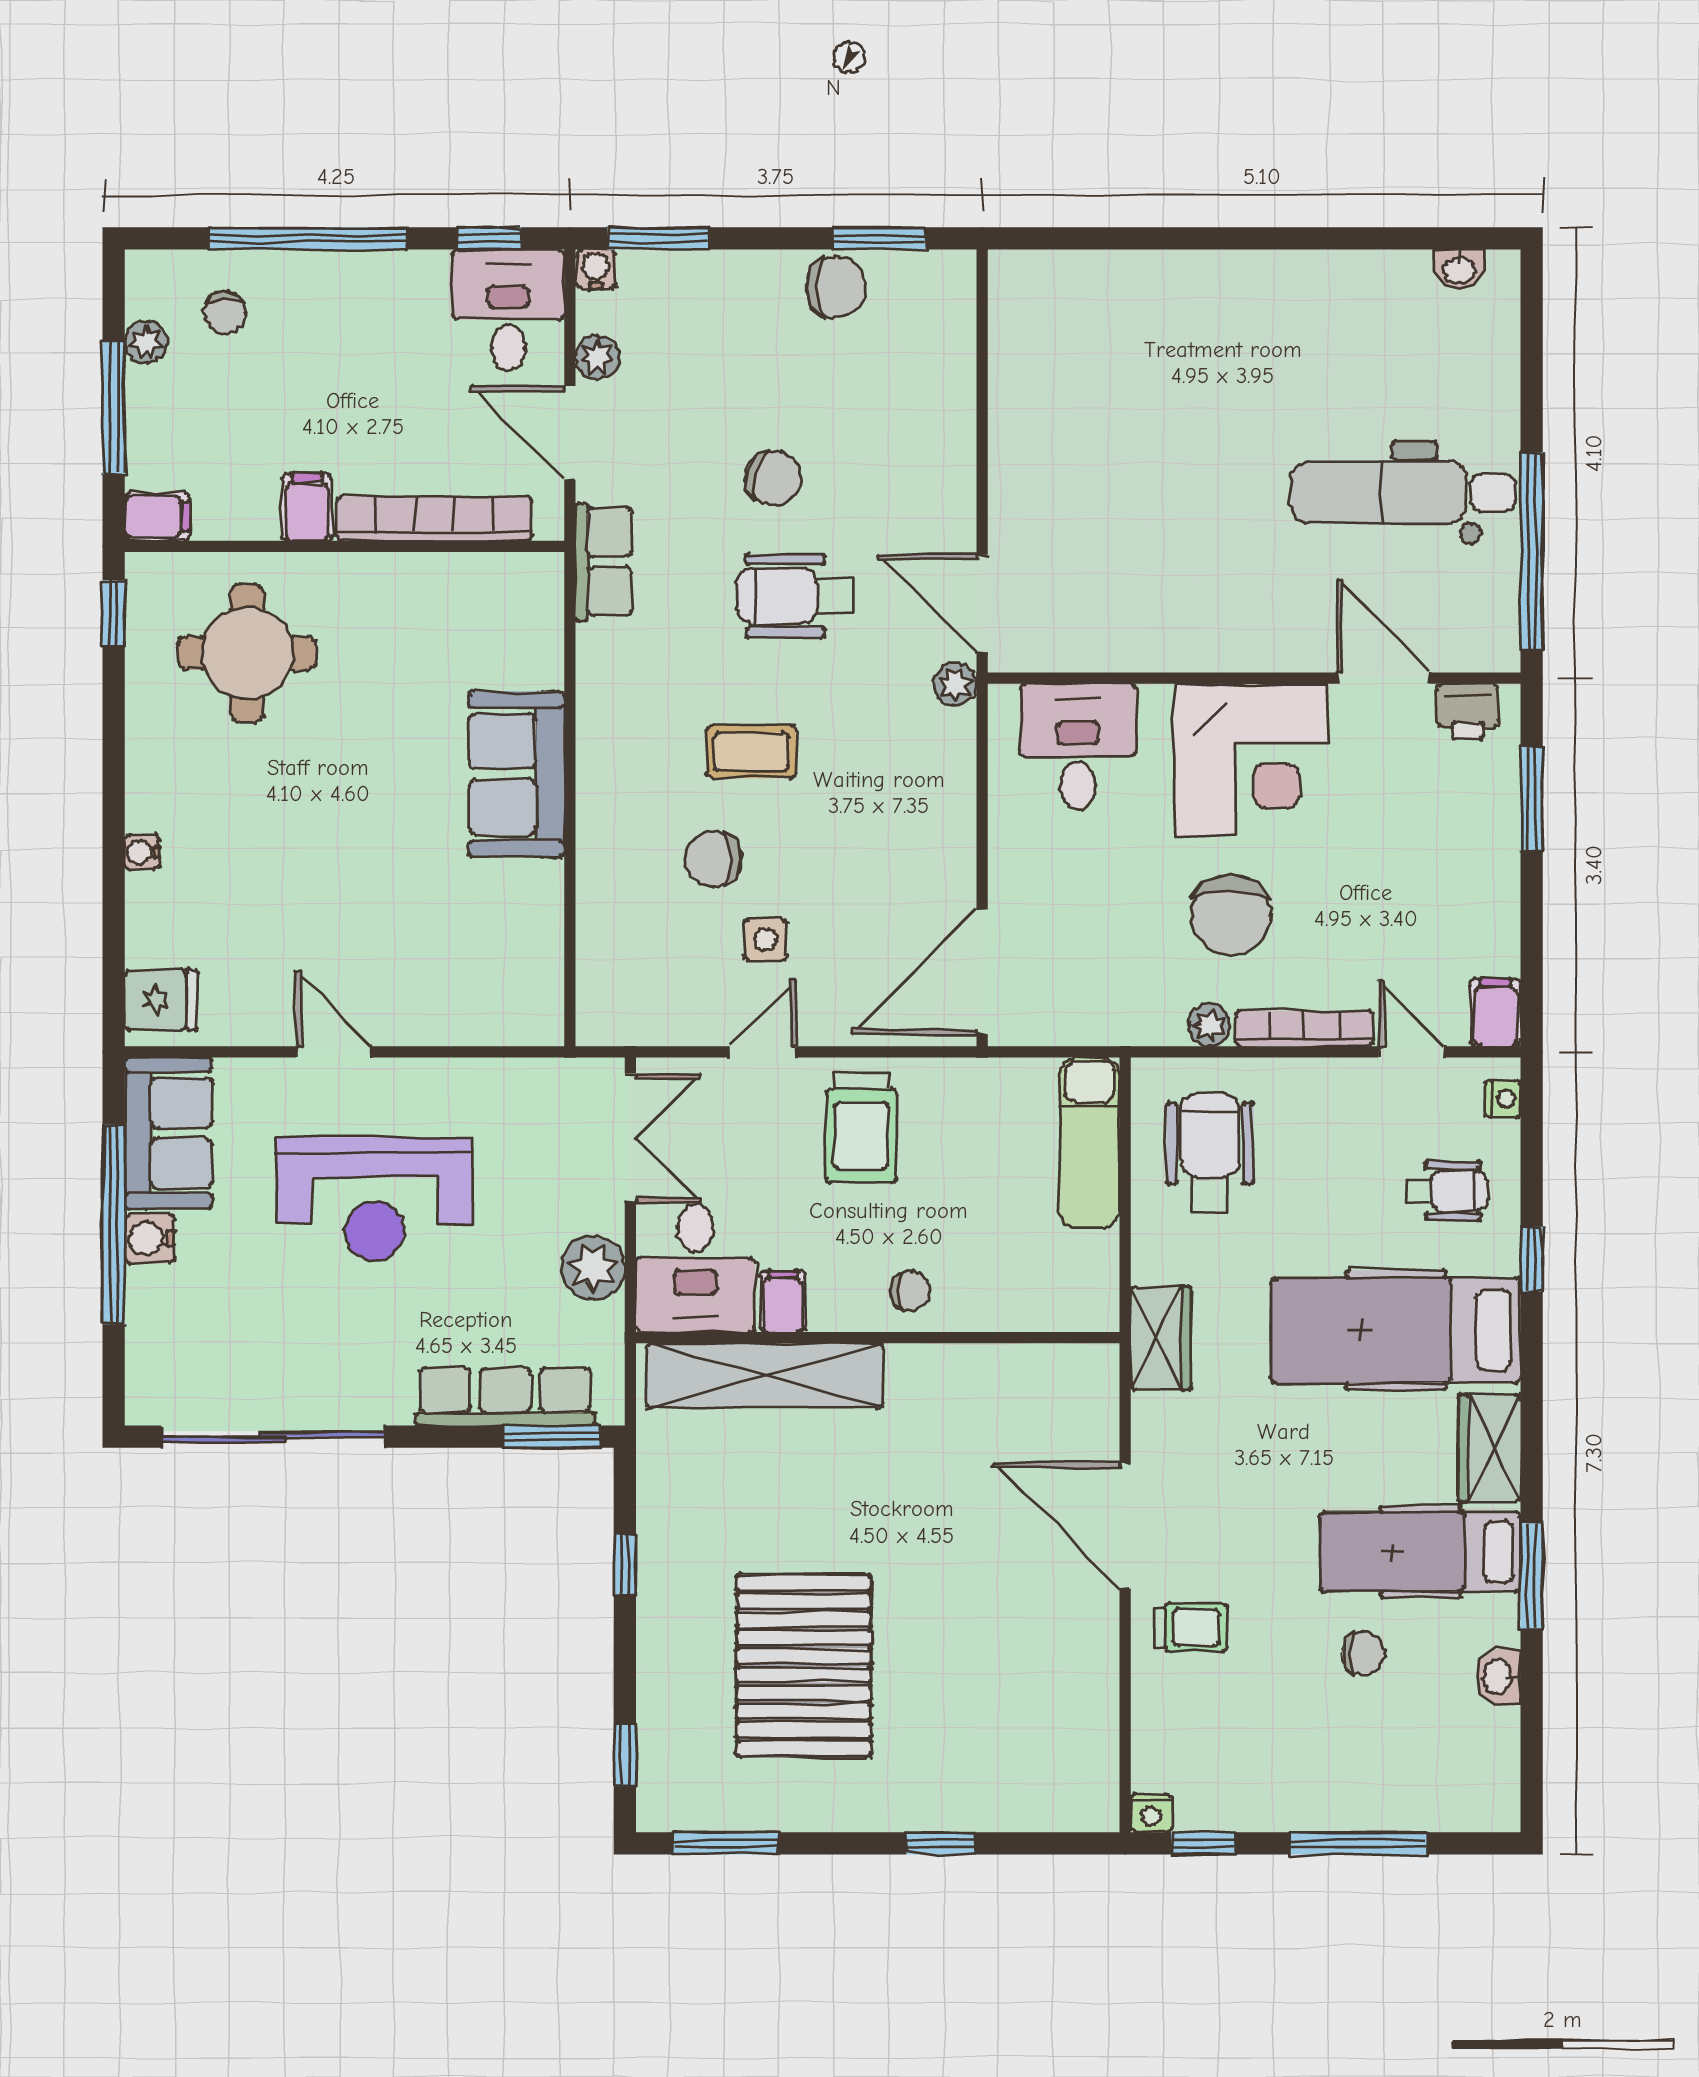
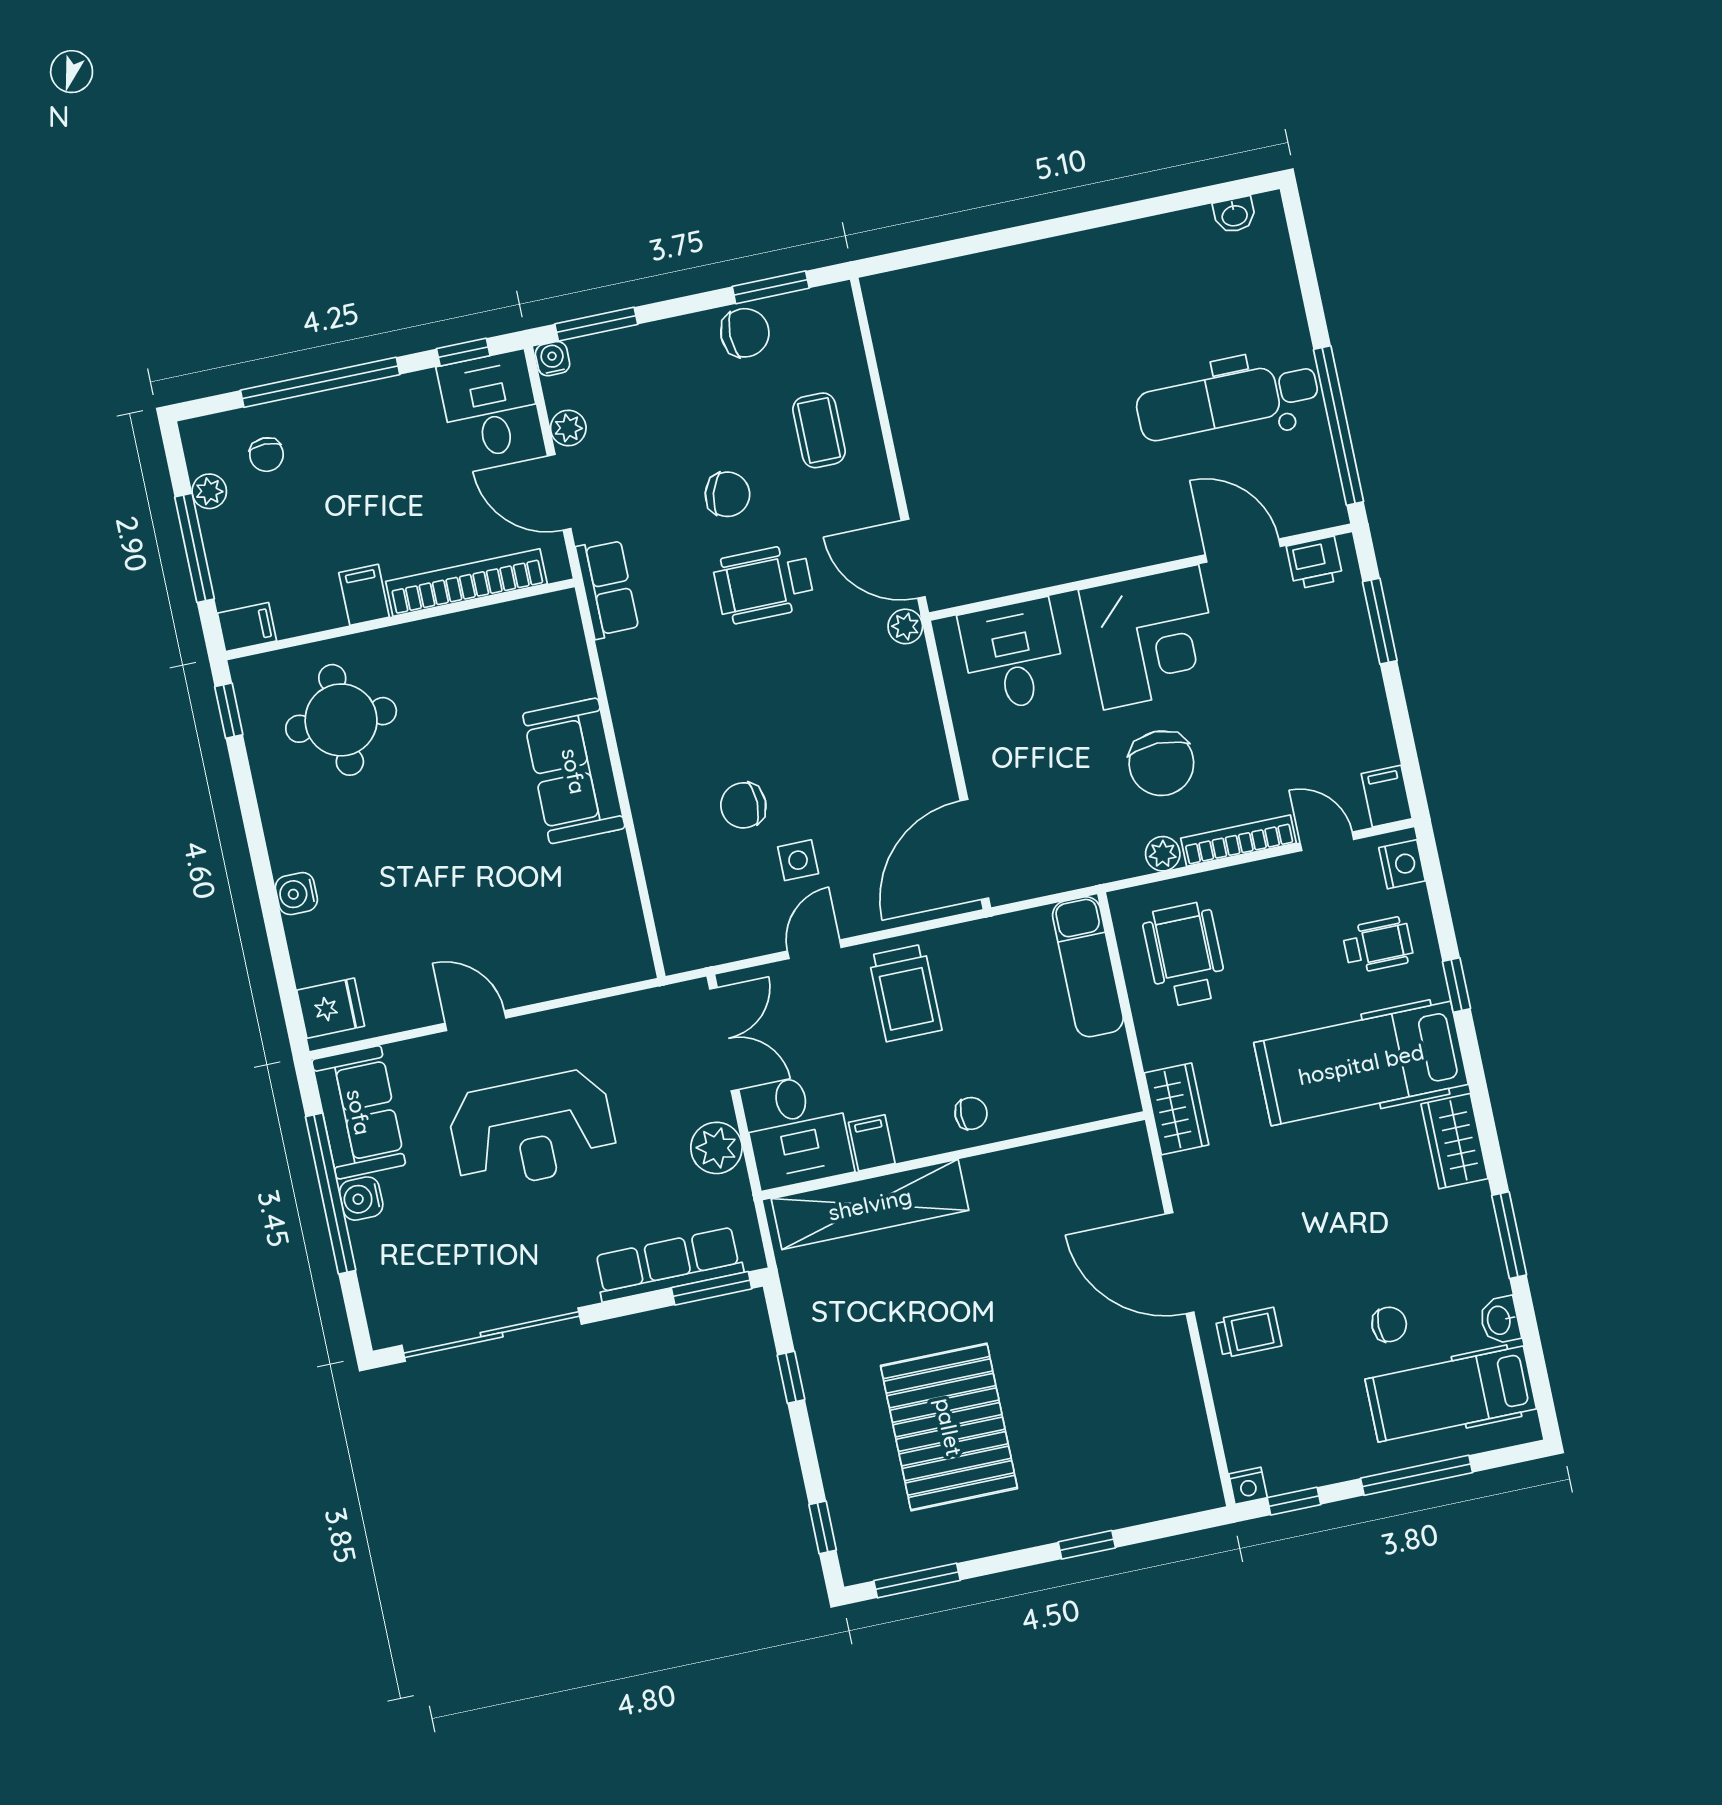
coffee table: (751, 751) -> (819, 430), moved, turned 90
water cooler: (142, 852) -> (296, 894), width x1.38, depth x1.38
nightstand: (1503, 1099) -> (1402, 864), width x1.39, depth x1.35
hospital bed: (1420, 1552) -> (1451, 1394), moved

